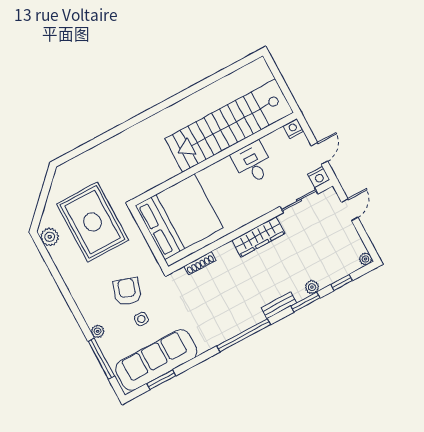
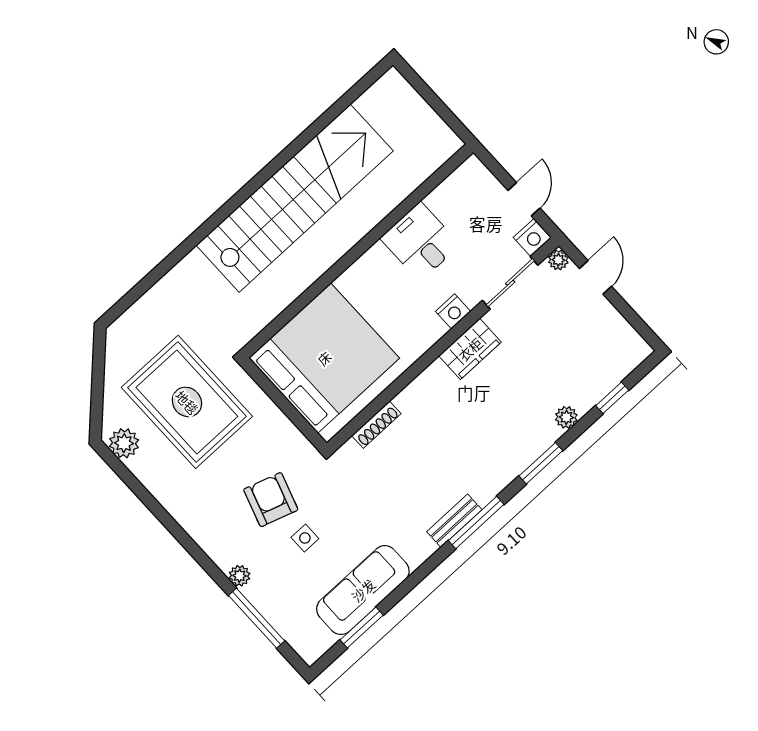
stairs: (229, 126) -> (295, 198), moved, turned 180
nightstand: (293, 128) -> (453, 311), moved, turned 180
wardrobe: (258, 237) -> (470, 349), width x0.67
plant: (366, 259) -> (558, 260), moved
window: (306, 302) -> (541, 463), moved
bench: (279, 305) -> (454, 521), moved
window: (244, 335) -> (476, 522), width x0.68
sofa: (156, 360) -> (363, 590), width x0.74, depth x0.79

